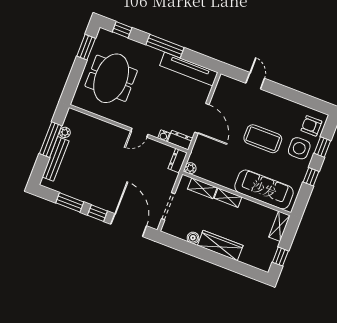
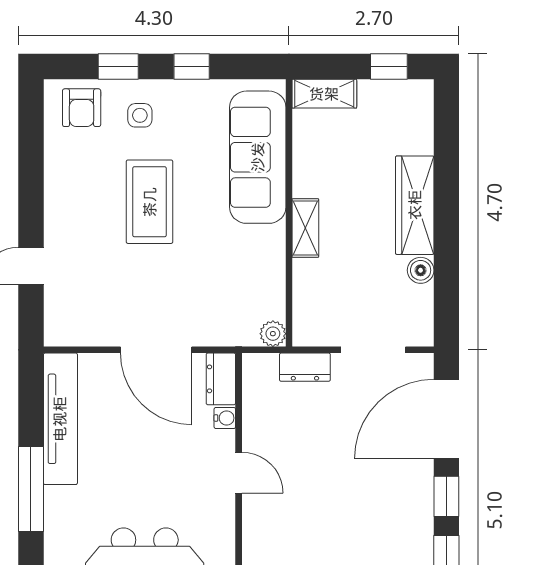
door: (202, 118) -> (156, 350), swing flipped
side table: (299, 148) -> (140, 115), width x0.54, depth x0.54
dresser: (178, 161) -> (305, 367), moved
shelving: (202, 188) -> (306, 291), removed

